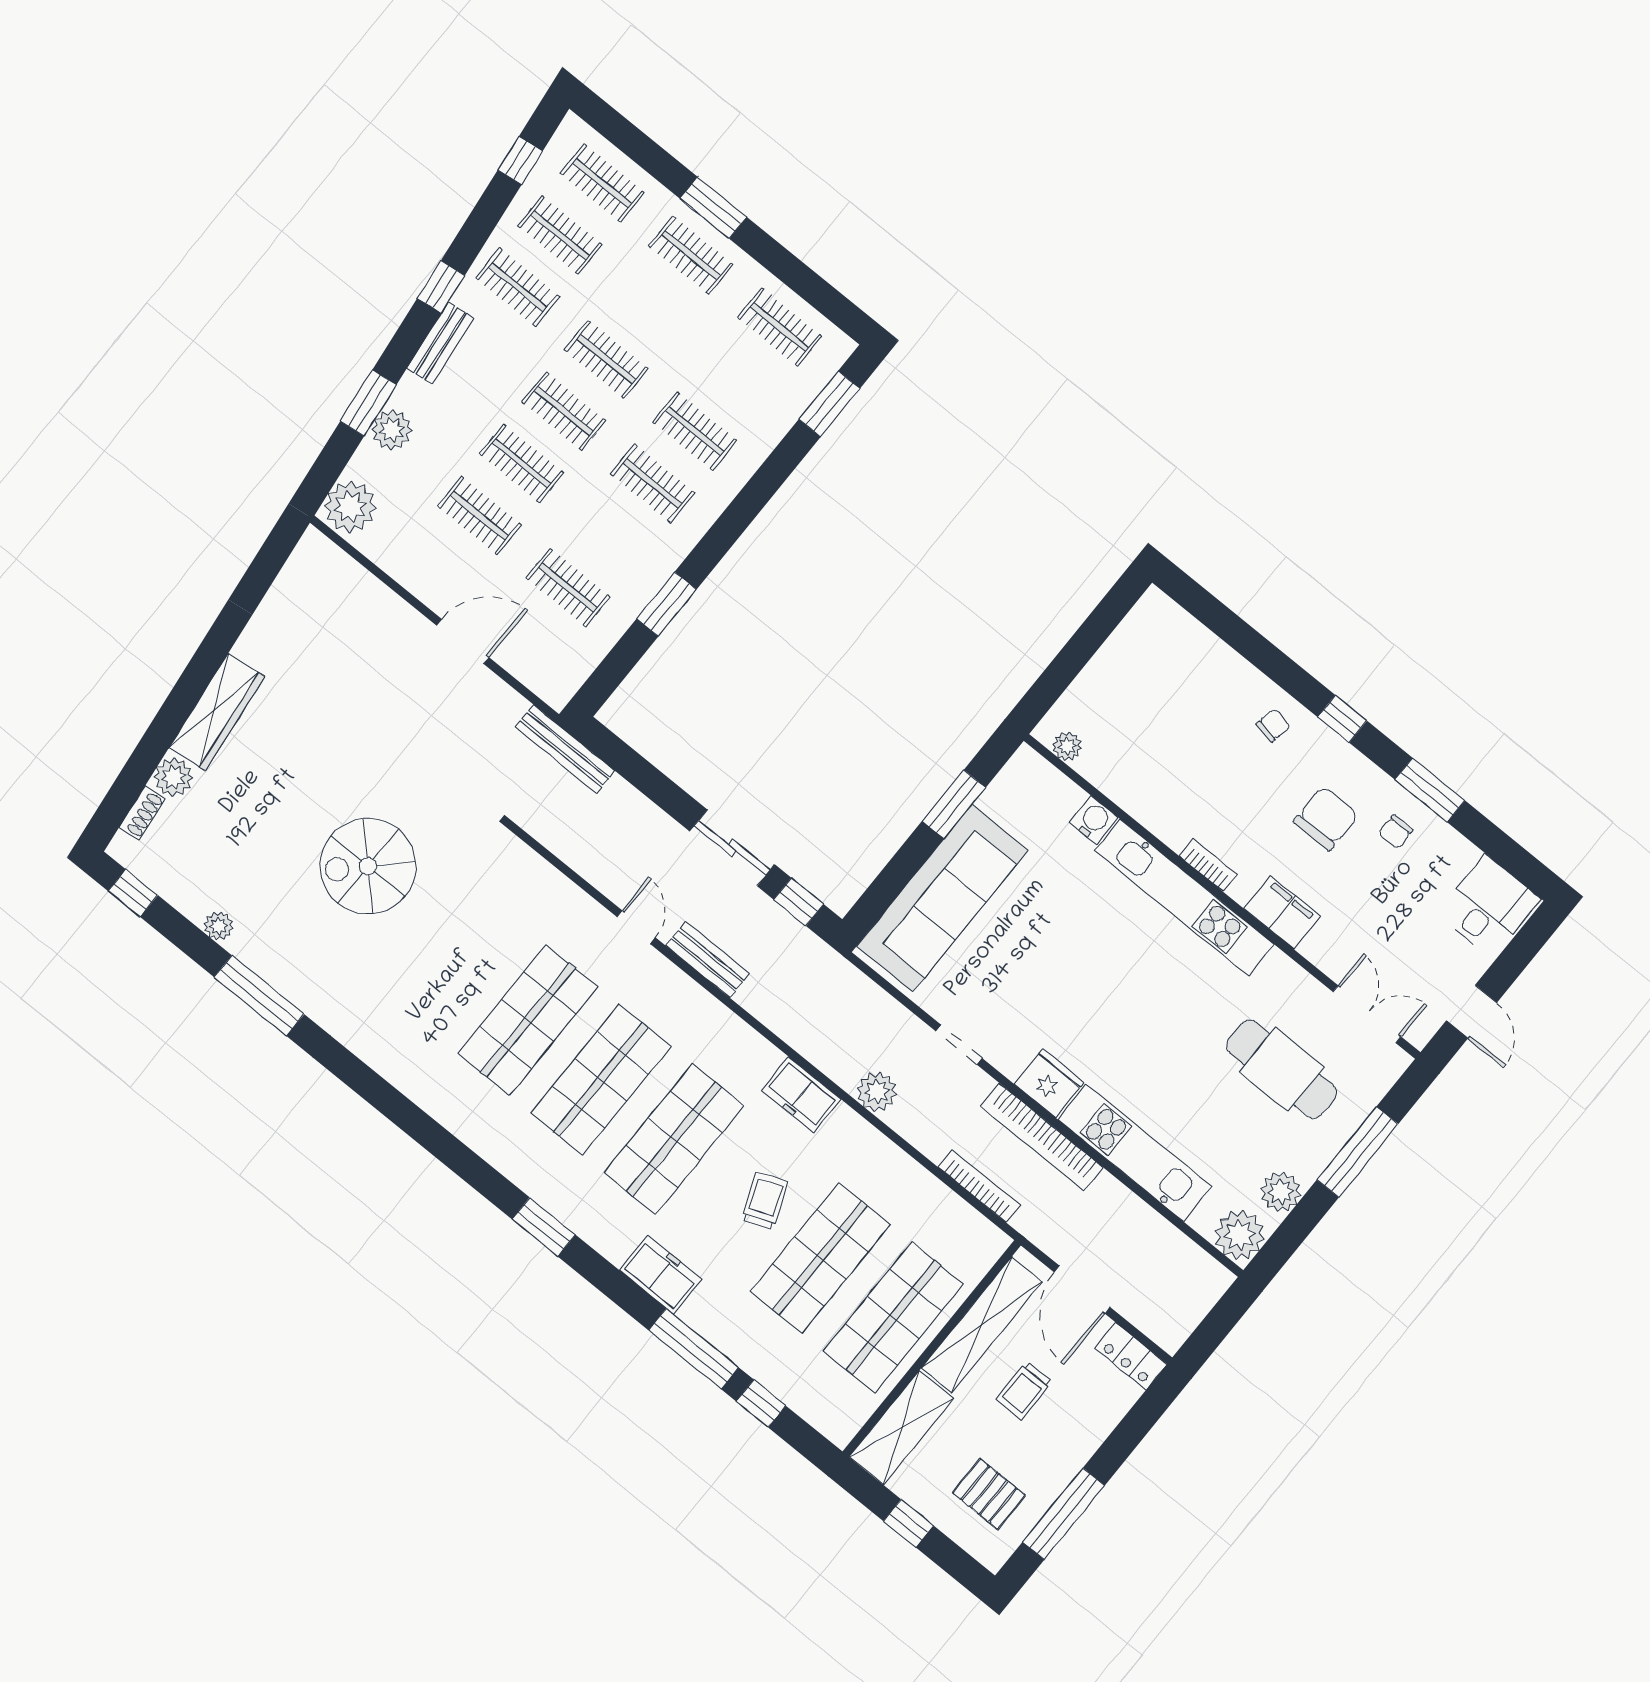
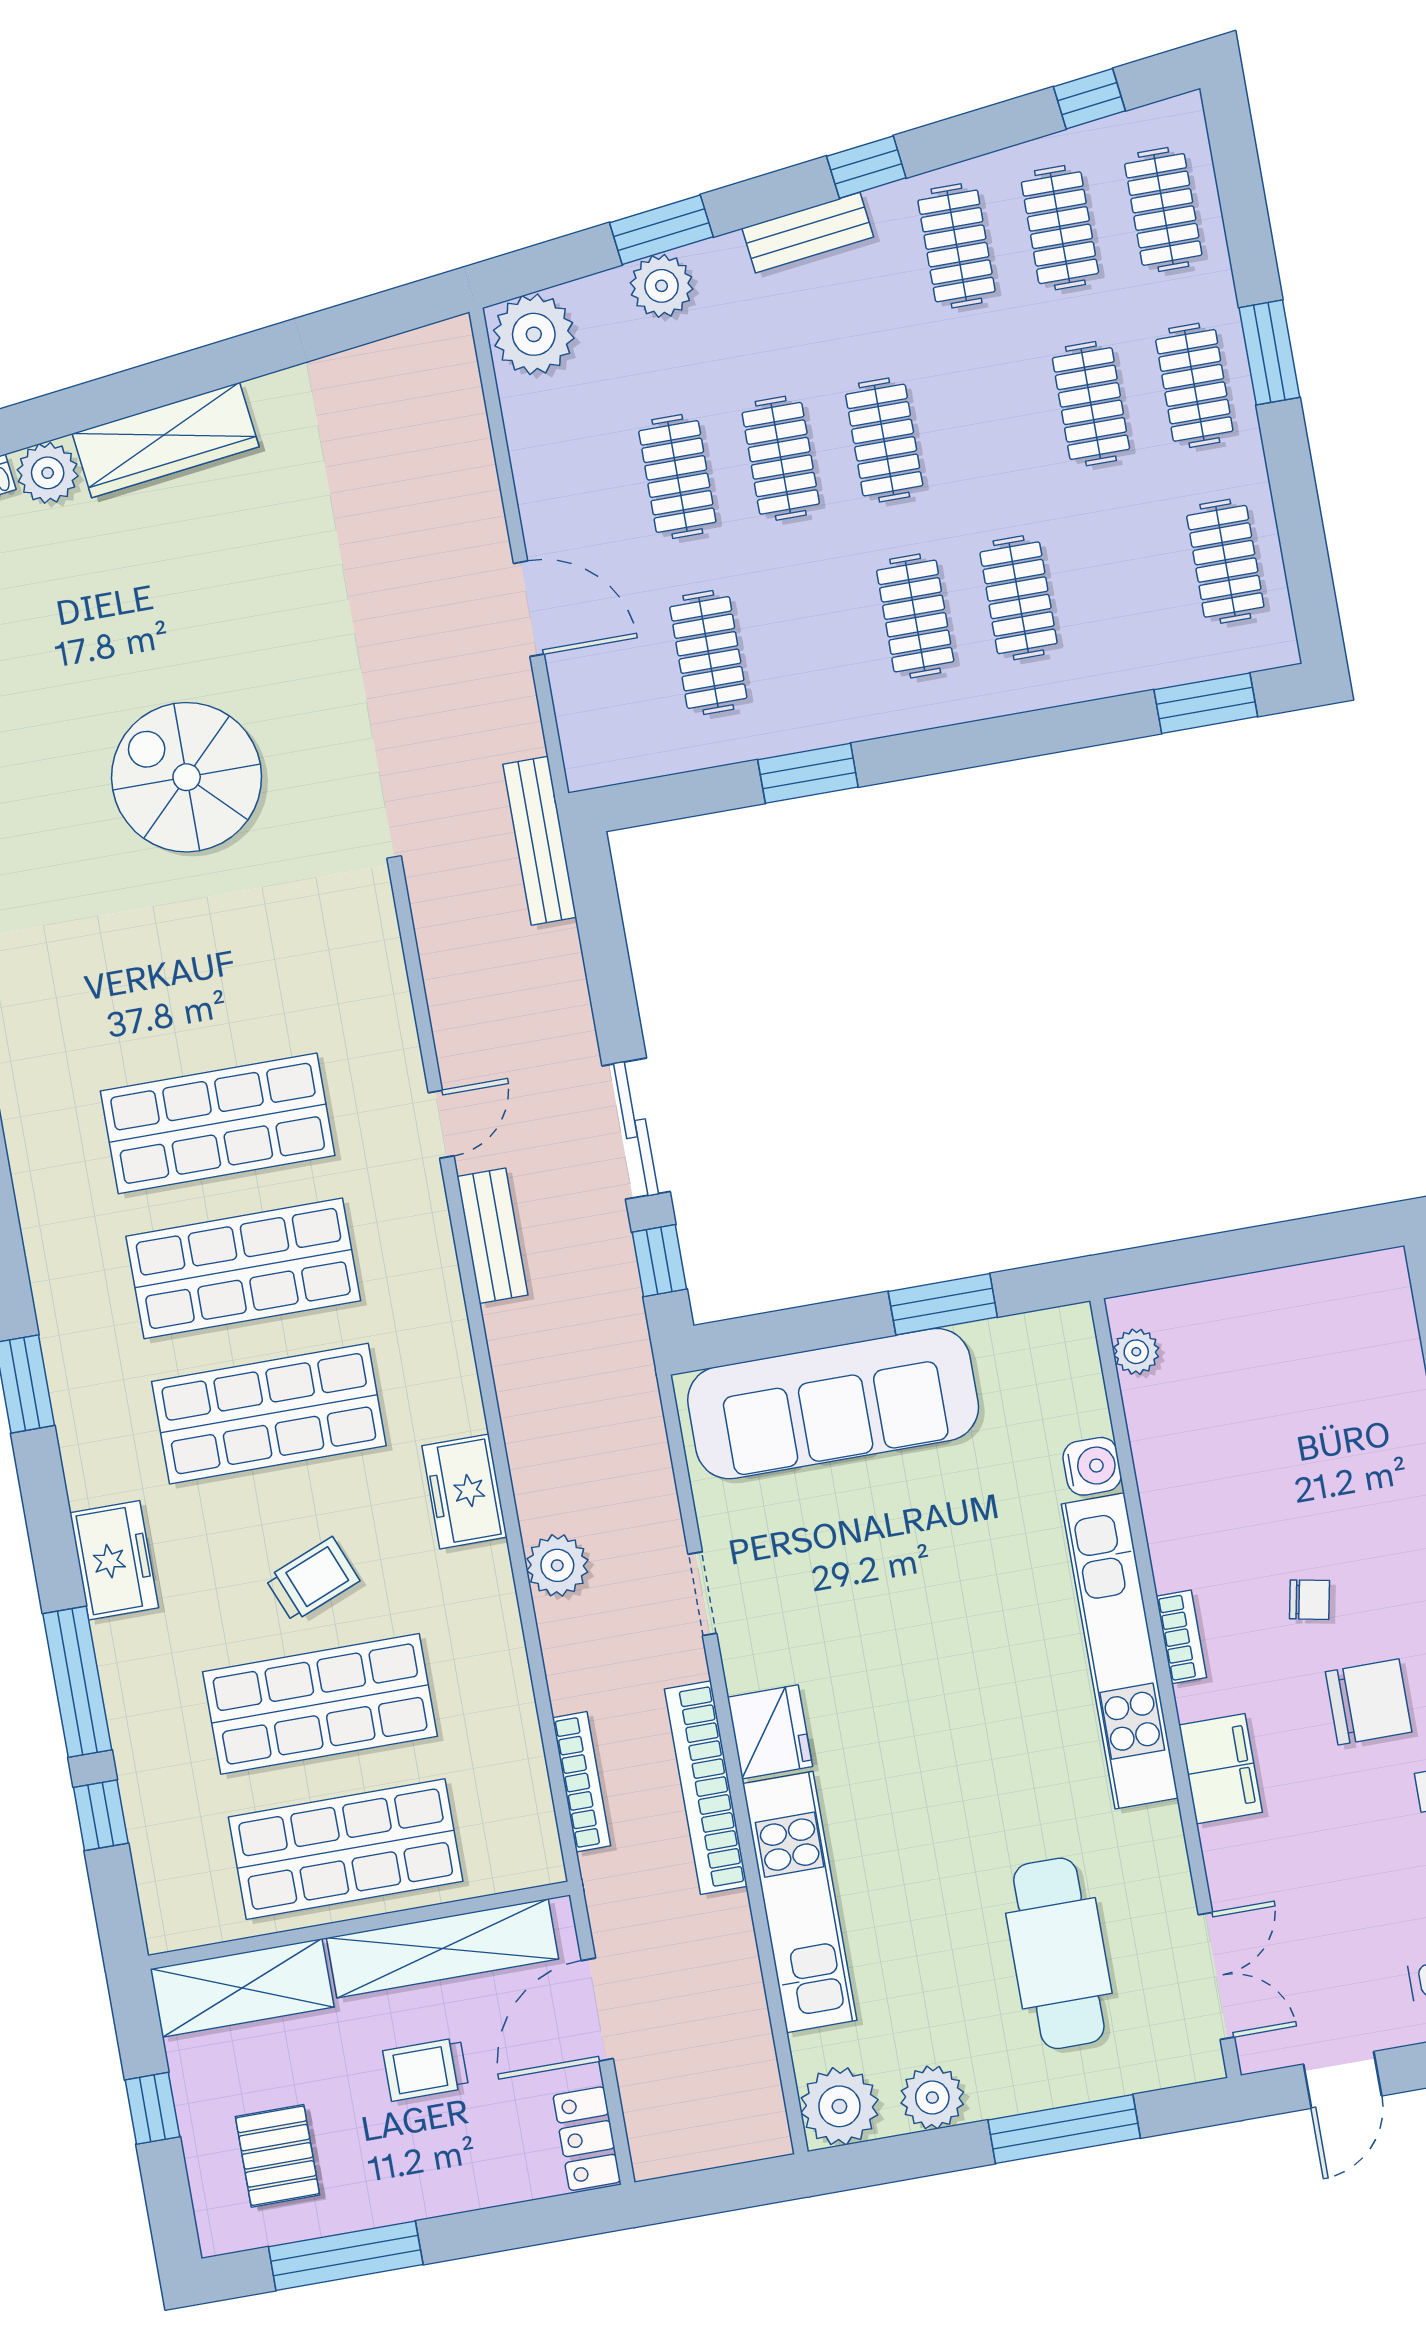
clothes rail: (606, 359) -> (1091, 404), moved
chair: (1273, 725) -> (1309, 1600), moved

